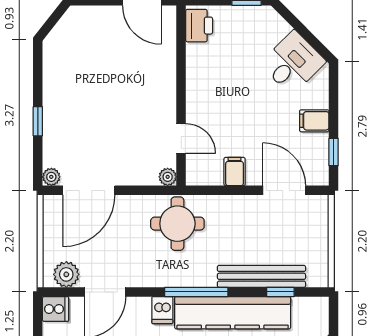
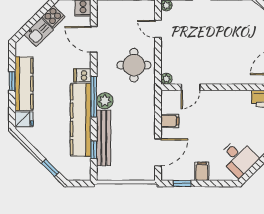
door: (89, 190) -> (158, 29), width x0.53
round table: (177, 224) -> (134, 65), moved
plant: (66, 274) -> (105, 101), moved

